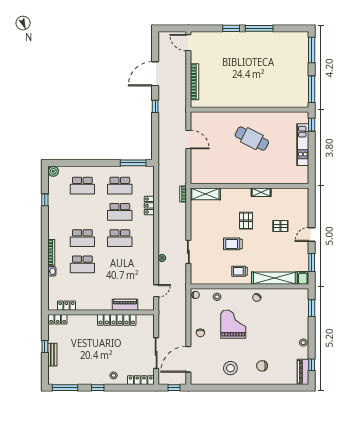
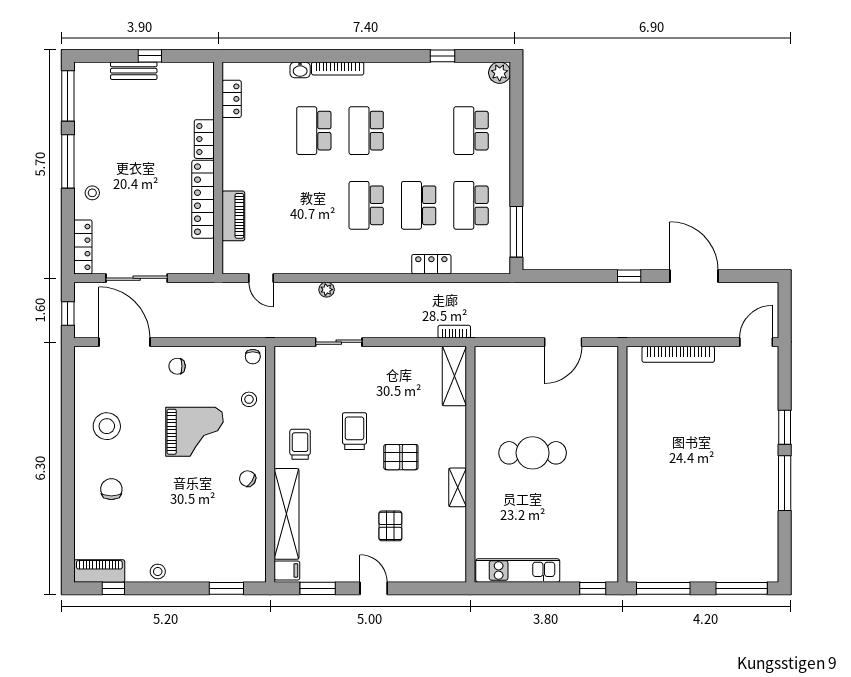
cafe table: (252, 139) -> (533, 453), moved, turned 63
kitchen unit: (303, 145) -> (518, 570), moved
locker: (58, 319) -> (204, 139), moved
window: (98, 388) -> (68, 161), width x2.17

